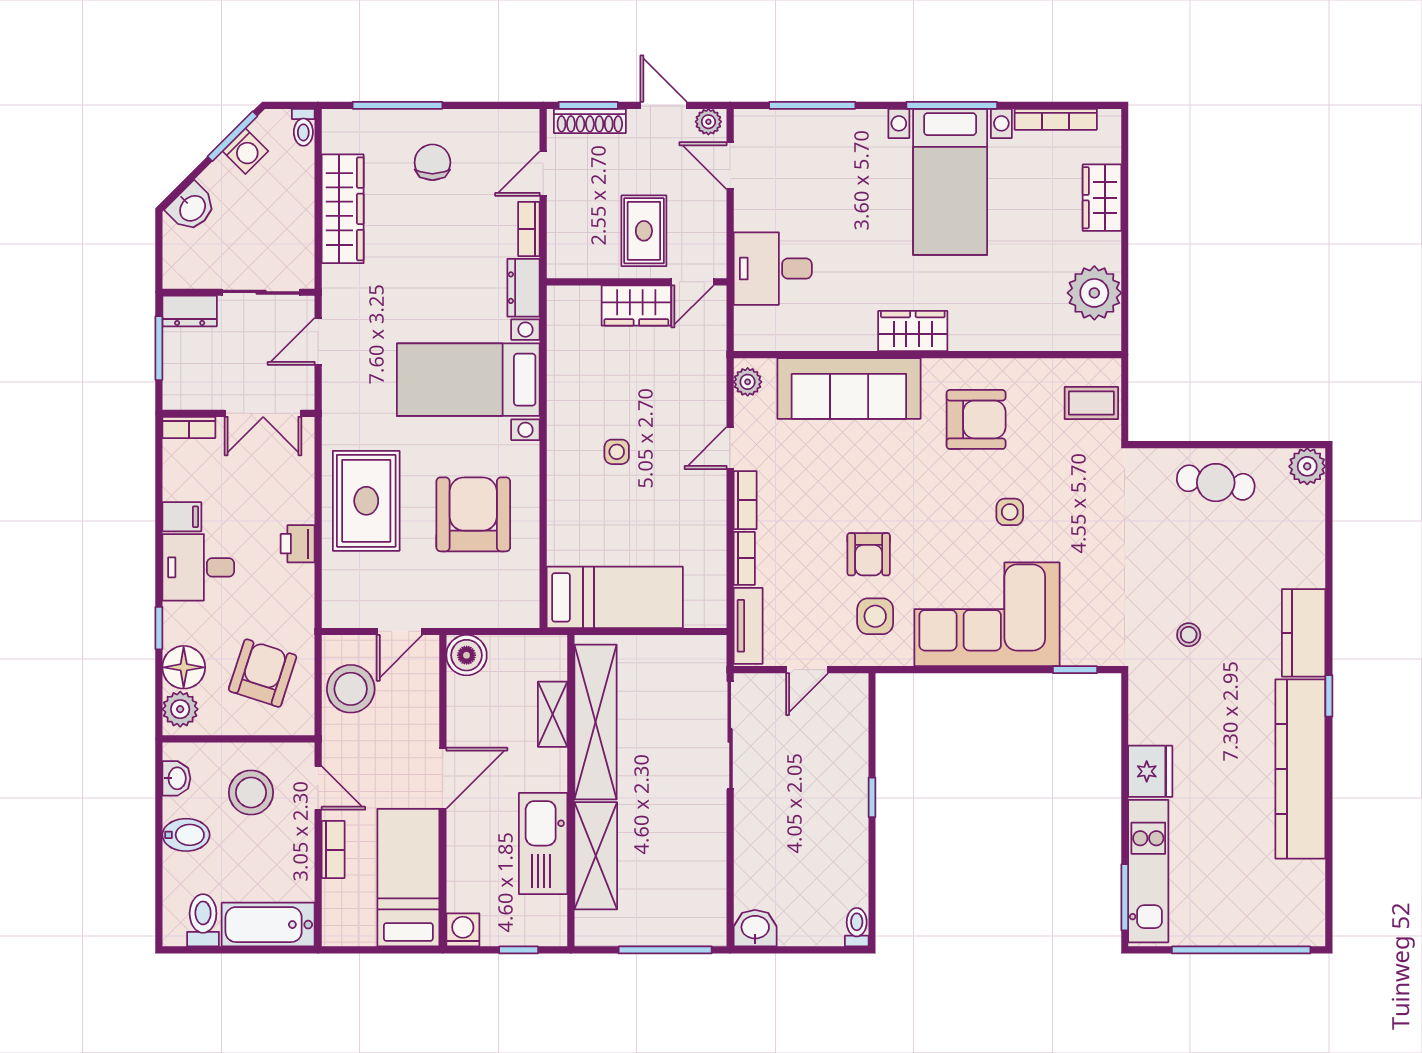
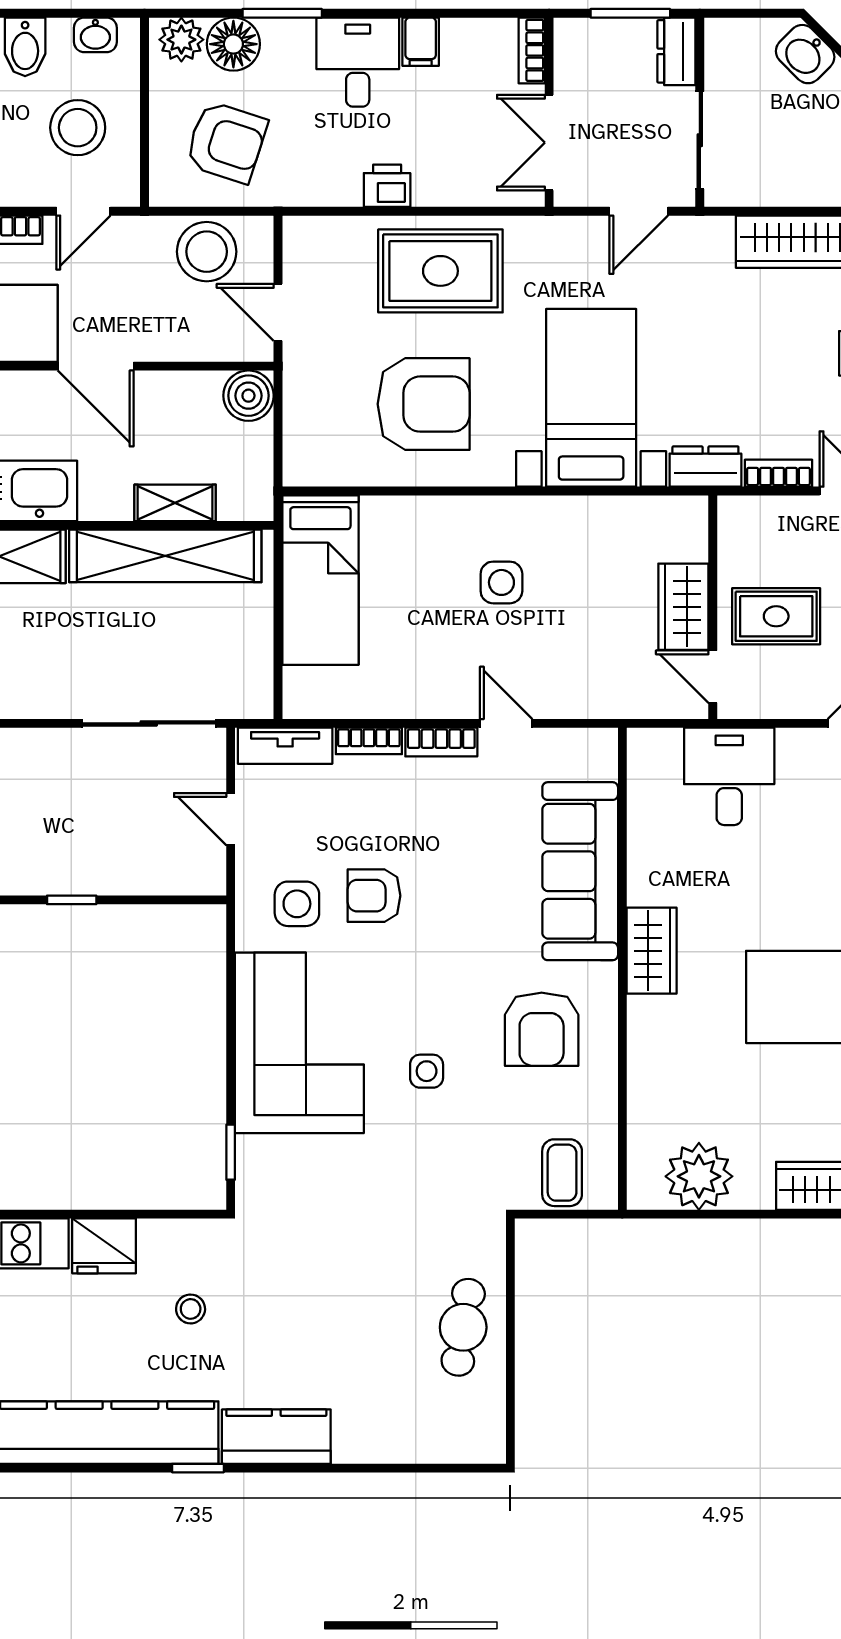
door: (318, 341) -> (639, 211), swing flipped
plant: (748, 382) -> (588, 745), removed
side table: (617, 452) -> (501, 582), width x1.37, depth x1.37
plant: (1307, 466) -> (483, 1441), removed
window: (159, 628) -> (282, 13), width x1.50
stool: (1189, 635) -> (191, 1309), moved

